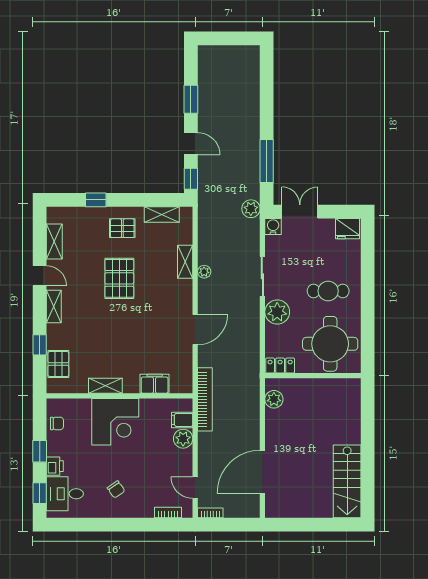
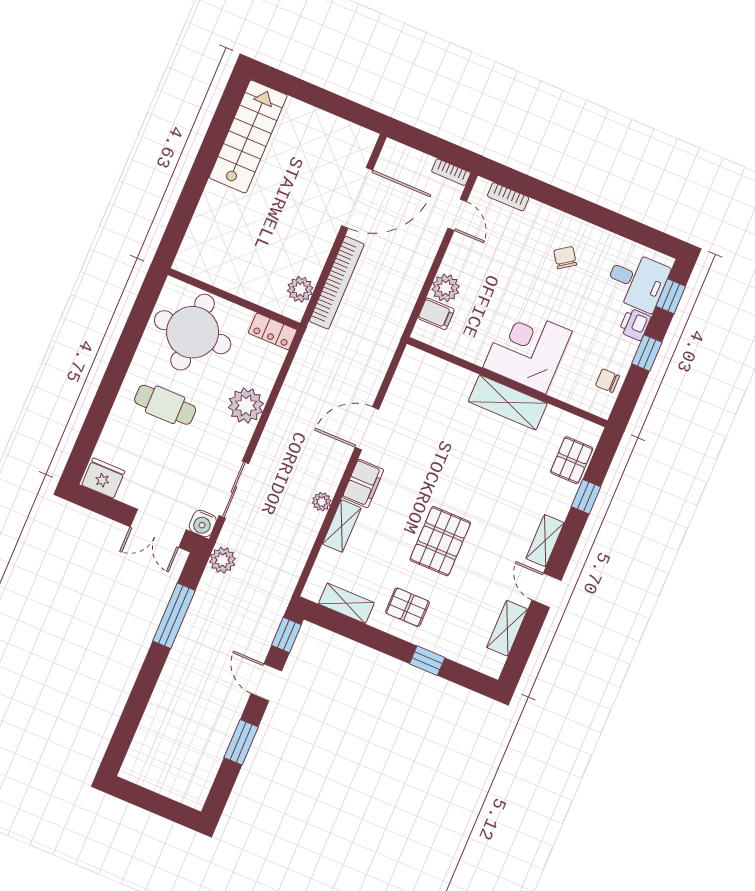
sliding door: (262, 276) -> (234, 490), moved
filing cabinet: (155, 384) -> (363, 483), moved, turned -90
shelving: (105, 386) -> (508, 402), width x1.50, depth x1.33
bookcase: (205, 399) -> (337, 283), moved, turned 180

